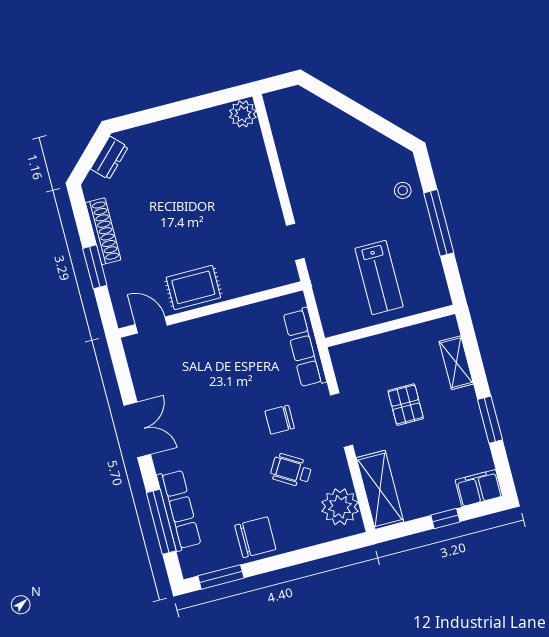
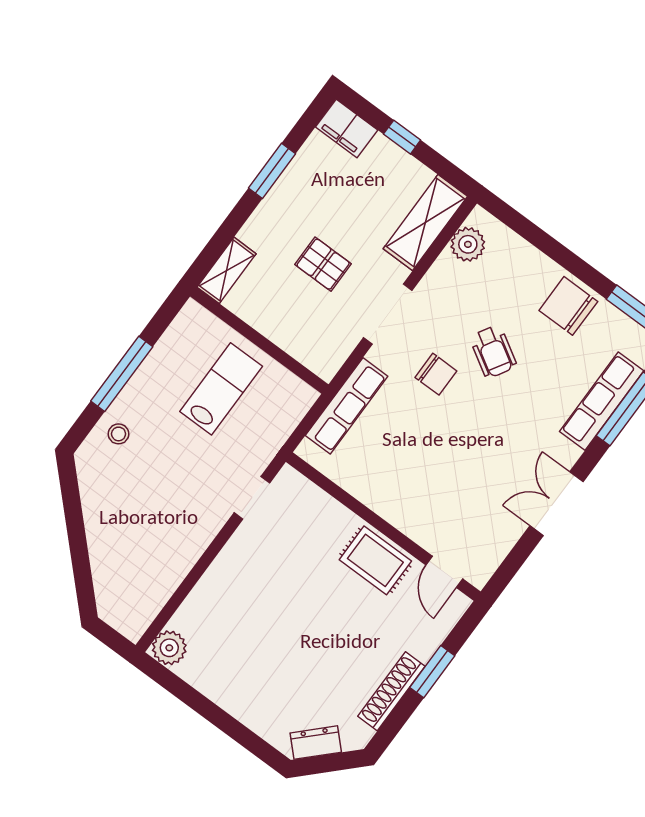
shelving: (456, 363) -> (227, 270), moved
pallet: (406, 405) -> (323, 264), turned 90
wheelchair: (291, 470) -> (493, 352), moved
plant: (340, 507) -> (468, 244), width x0.73, depth x0.73

